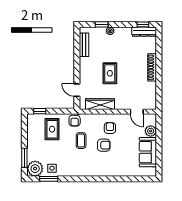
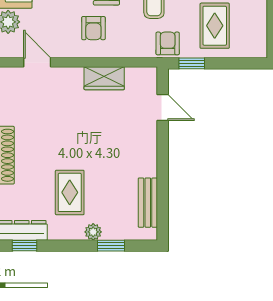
rug: (110, 73) -> (70, 192), moved
wardrobe: (100, 104) -> (104, 78), width x0.67
window: (40, 111) -> (192, 63), moved

